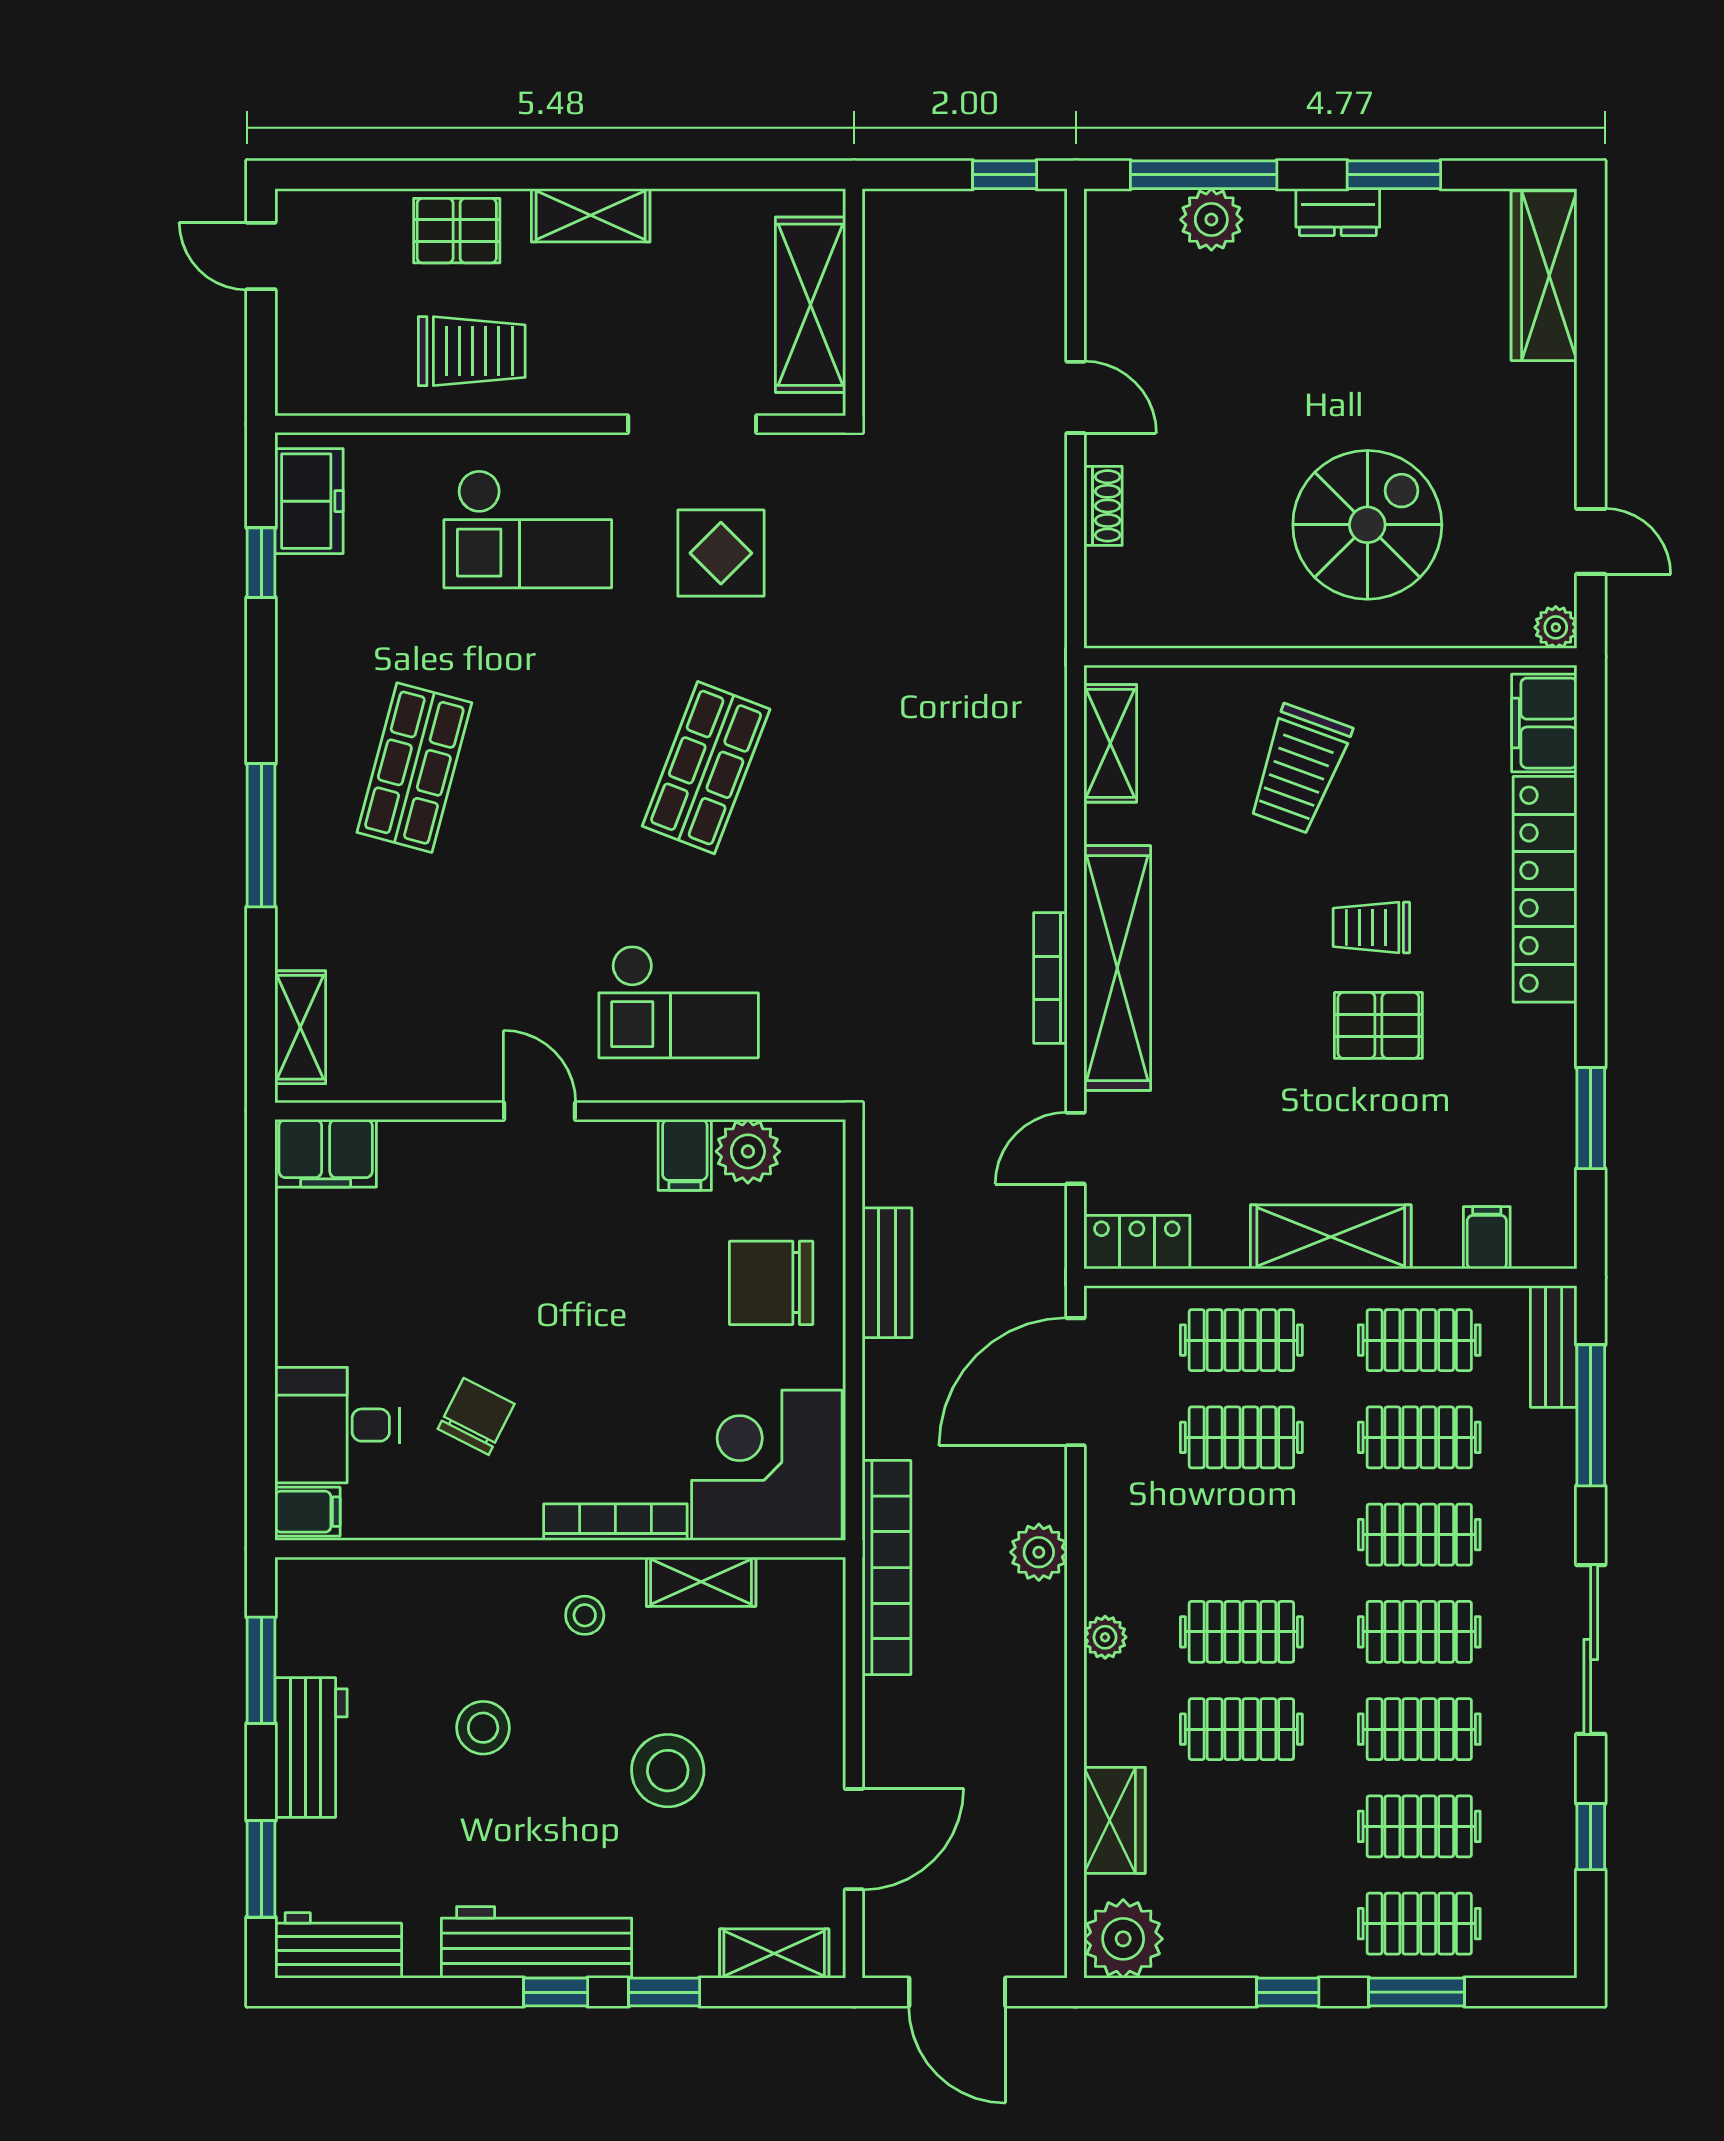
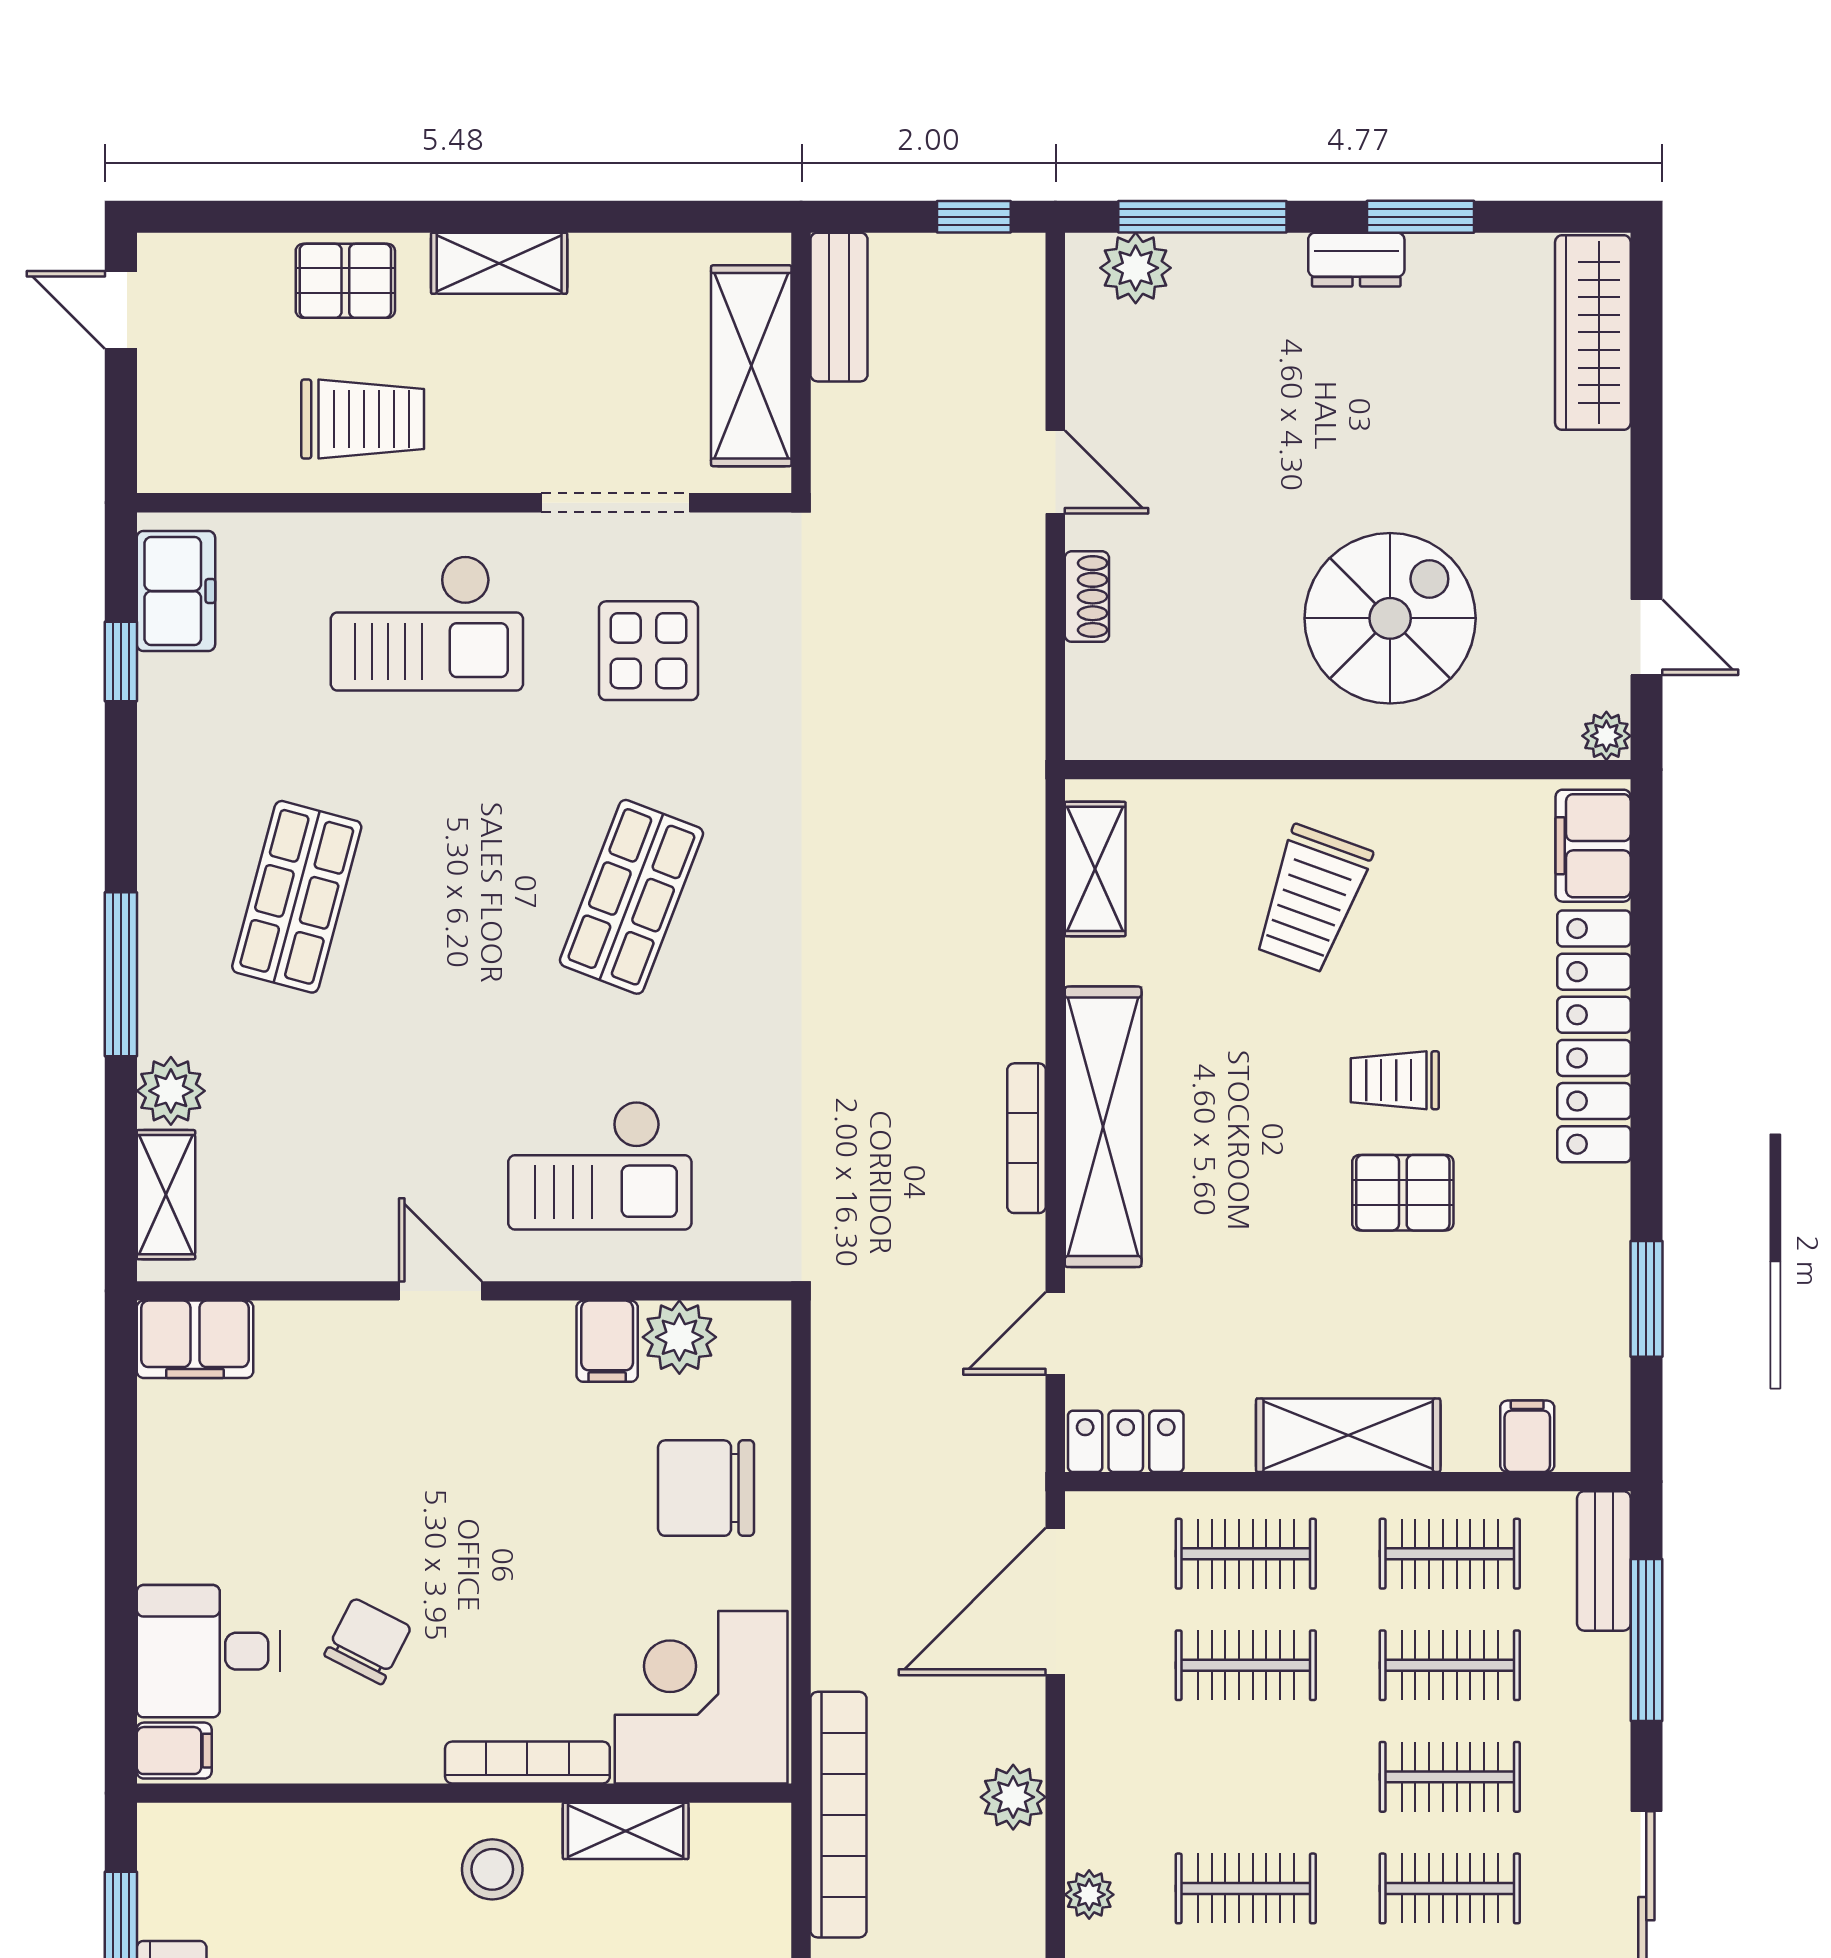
plant: (1211, 220) -> (1136, 268), moved
plant: (305, 937) -> (171, 1091), added
bench: (887, 1273) -> (839, 307), moved
stool: (585, 1615) -> (492, 1869), width x1.37, depth x1.37

